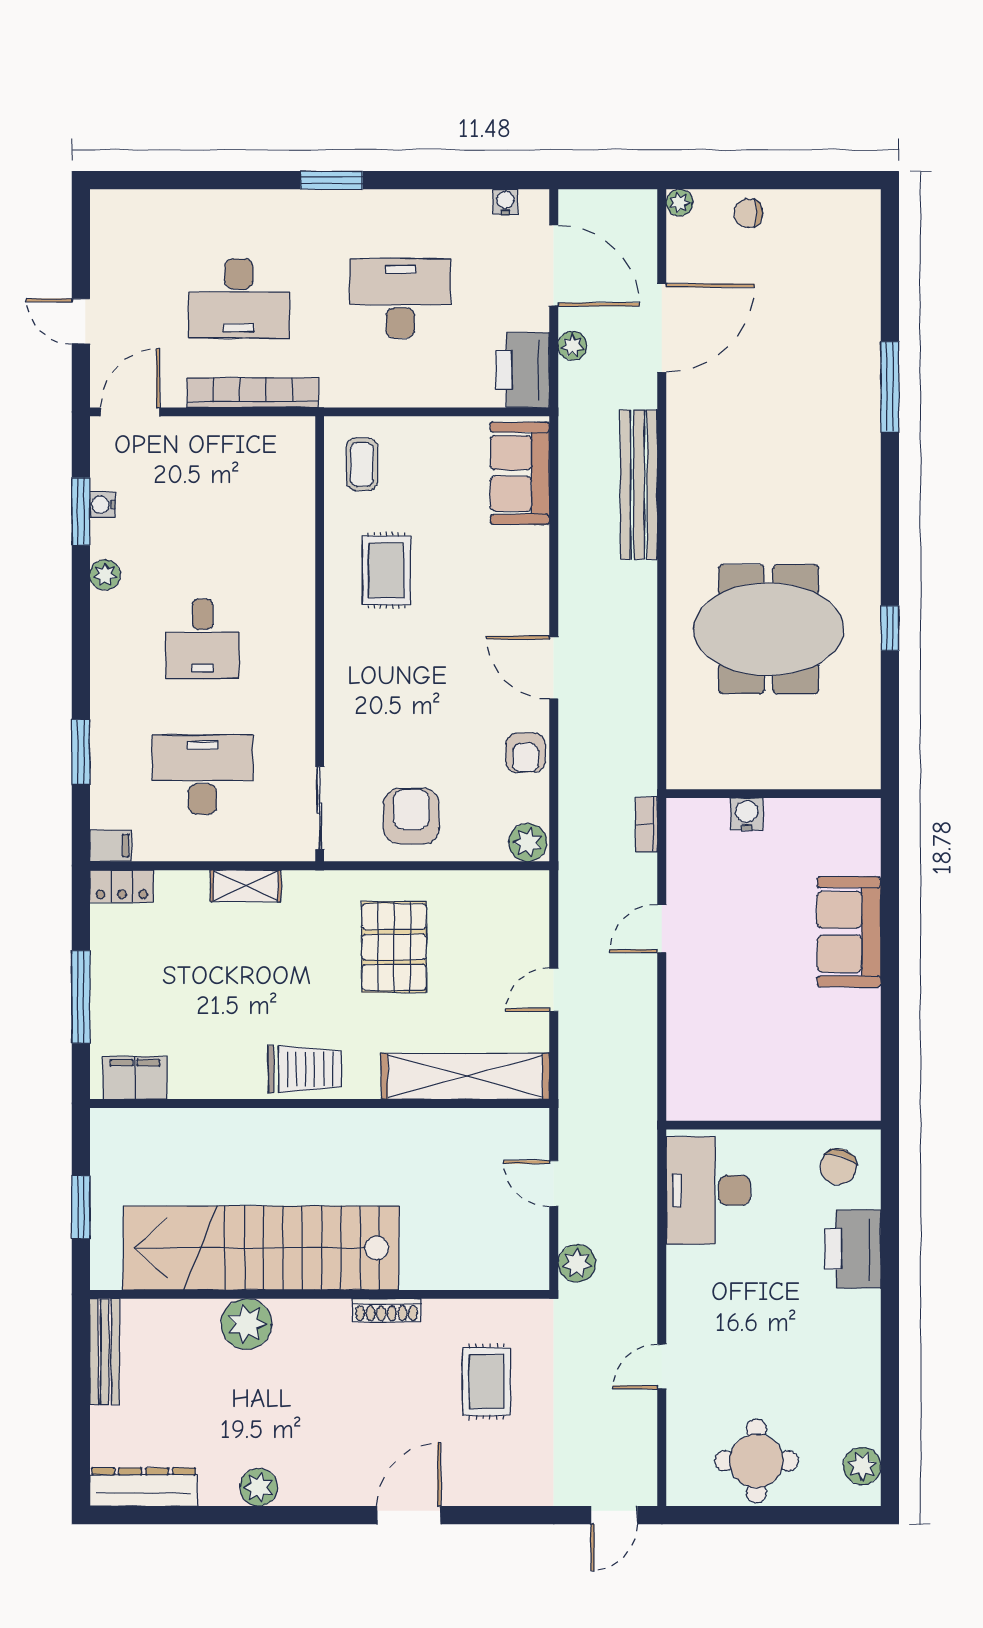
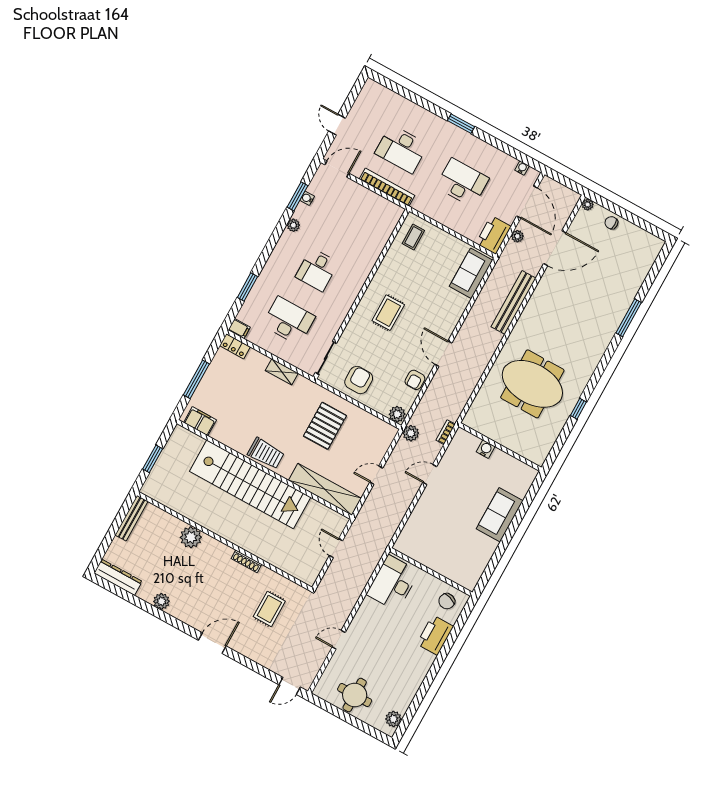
rug: (386, 570) -> (388, 313), moved
stairs: (261, 1248) -> (250, 484), moved, turned 180
plant: (577, 1263) -> (411, 433), moved

